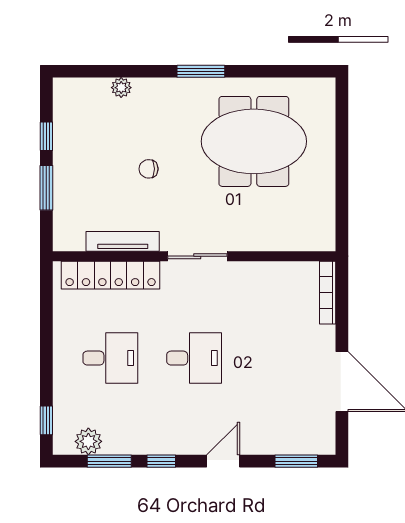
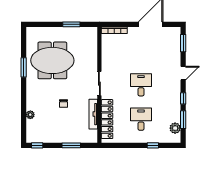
window: (201, 71) -> (24, 67), moved
window: (46, 136) -> (37, 145), moved
meeting table: (254, 141) -> (52, 60), turned 90
window: (342, 188) -> (71, 24), added
window: (46, 420) -> (153, 145), moved
door: (223, 461) -> (183, 73), swing flipped

